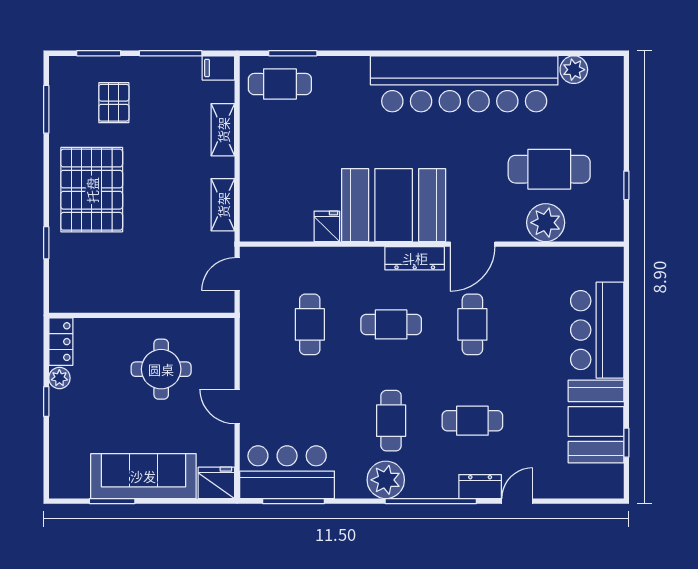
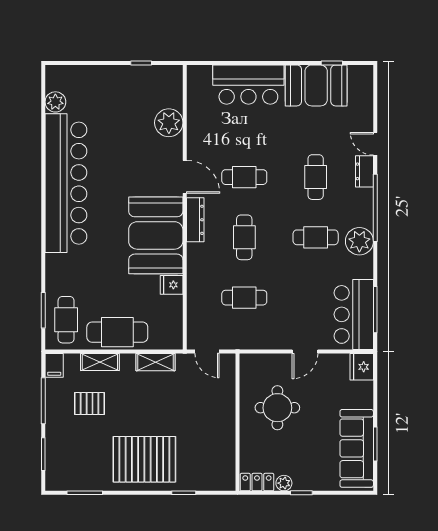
pallet: (114, 103) -> (90, 404), moved
cafe table: (549, 169) -> (117, 332), moved, turned 90
sofa: (143, 476) -> (357, 448), moved

